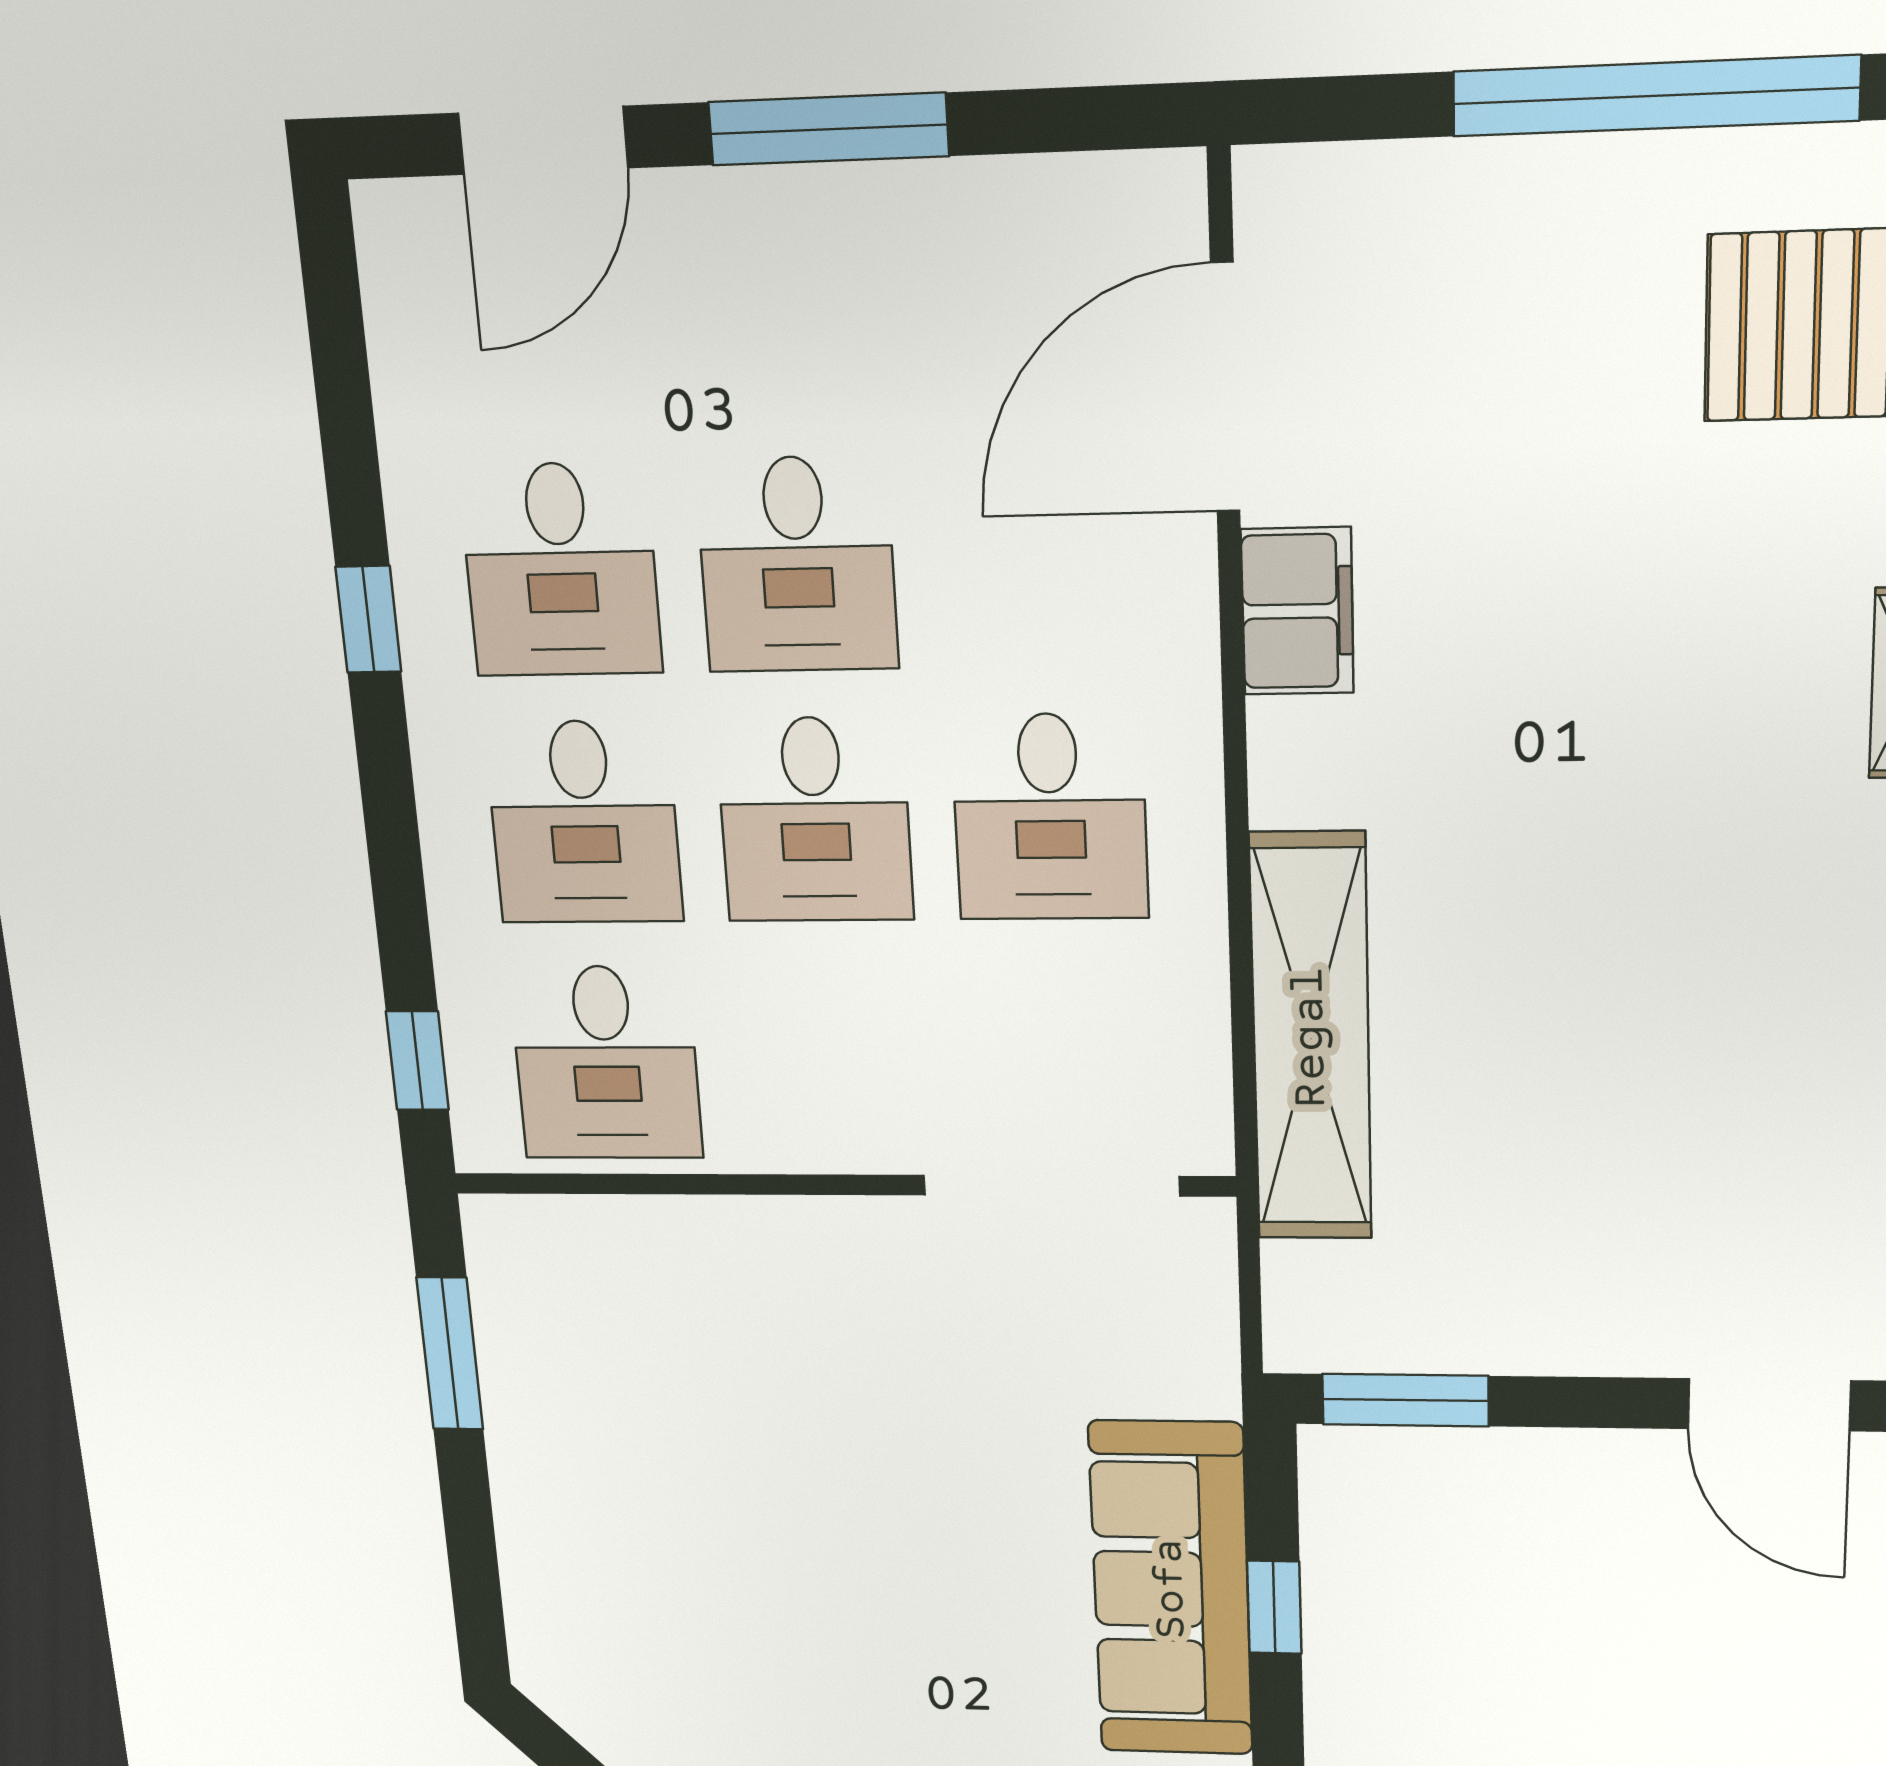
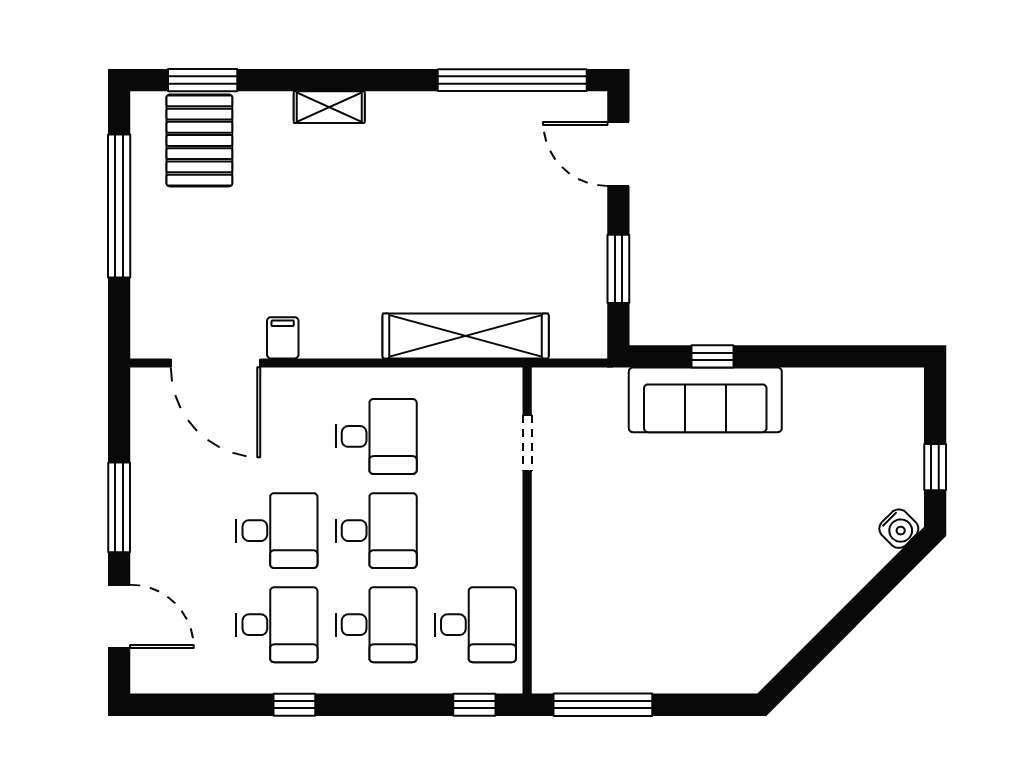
filing cabinet: (1297, 611) -> (283, 338), width x0.50
doorway: (1051, 1186) -> (527, 443), width x0.53
window: (450, 1354) -> (603, 705), width x1.44
window: (1405, 1400) -> (618, 269), moved
door: (1769, 1405) -> (618, 154), swing flipped

